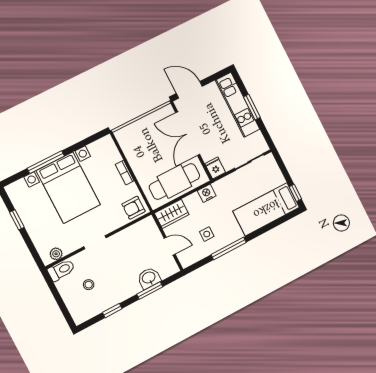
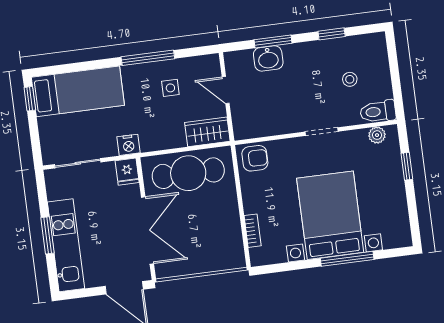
bookcase: (125, 173) -> (253, 231), moved
nightstand: (207, 193) -> (128, 145), moved
window: (17, 220) -> (407, 166), moved

